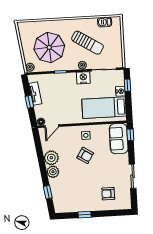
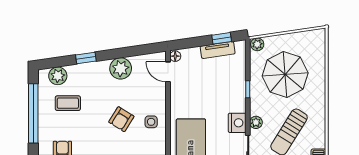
window: (29, 102) -> (222, 38), moved
plant: (53, 172) -> (58, 76), moved
window: (48, 192) -> (86, 58), moved
coffee table: (76, 192) -> (68, 103), added
window: (85, 215) -> (33, 113), width x3.17

